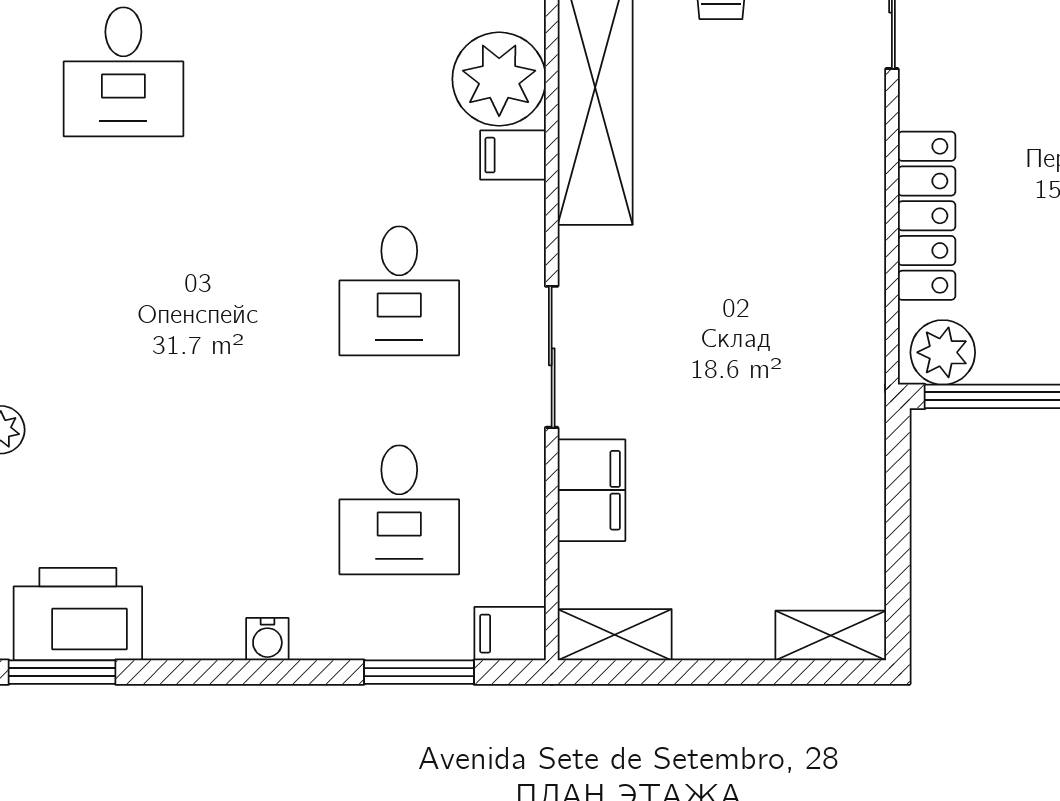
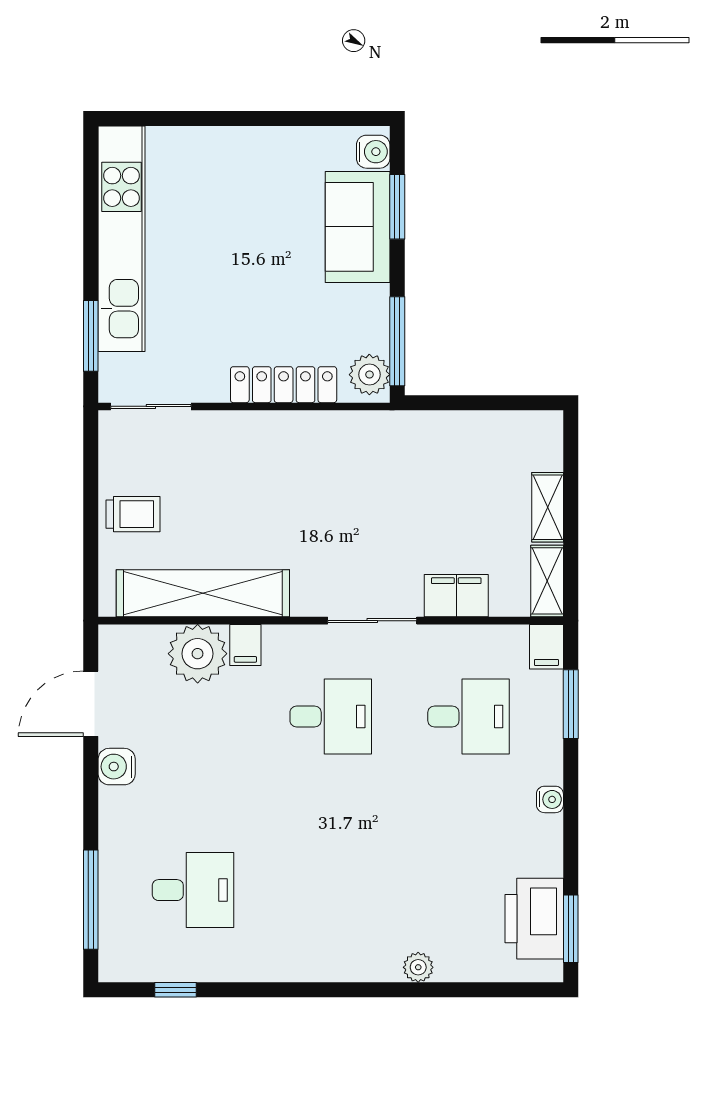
shelving: (831, 635) -> (548, 507), moved

